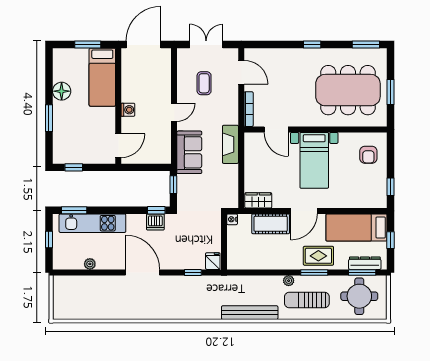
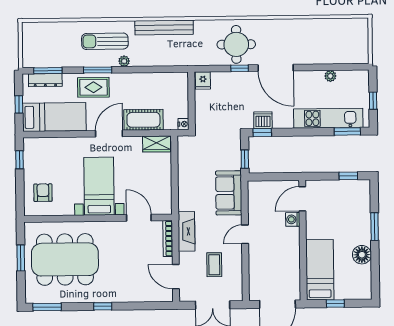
window: (88, 44) -> (335, 303), width x0.67
washing machine: (128, 110) -> (293, 219), moved
fireplace: (230, 144) -> (186, 231), moved
window: (193, 272) -> (240, 68), moved
round table: (359, 296) -> (236, 44), moved
sun lounger: (307, 300) -> (105, 41), turned 180

